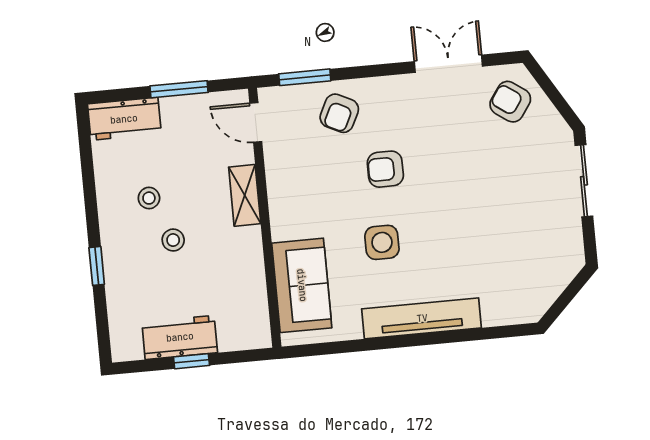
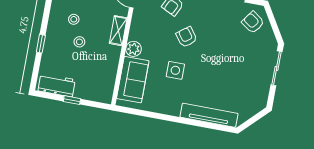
armchair: (385, 169) -> (187, 37), turned 53
plant: (286, 223) -> (134, 49), added
tv unit: (422, 318) -> (209, 115), moved
workbench: (180, 337) -> (57, 85), moved

